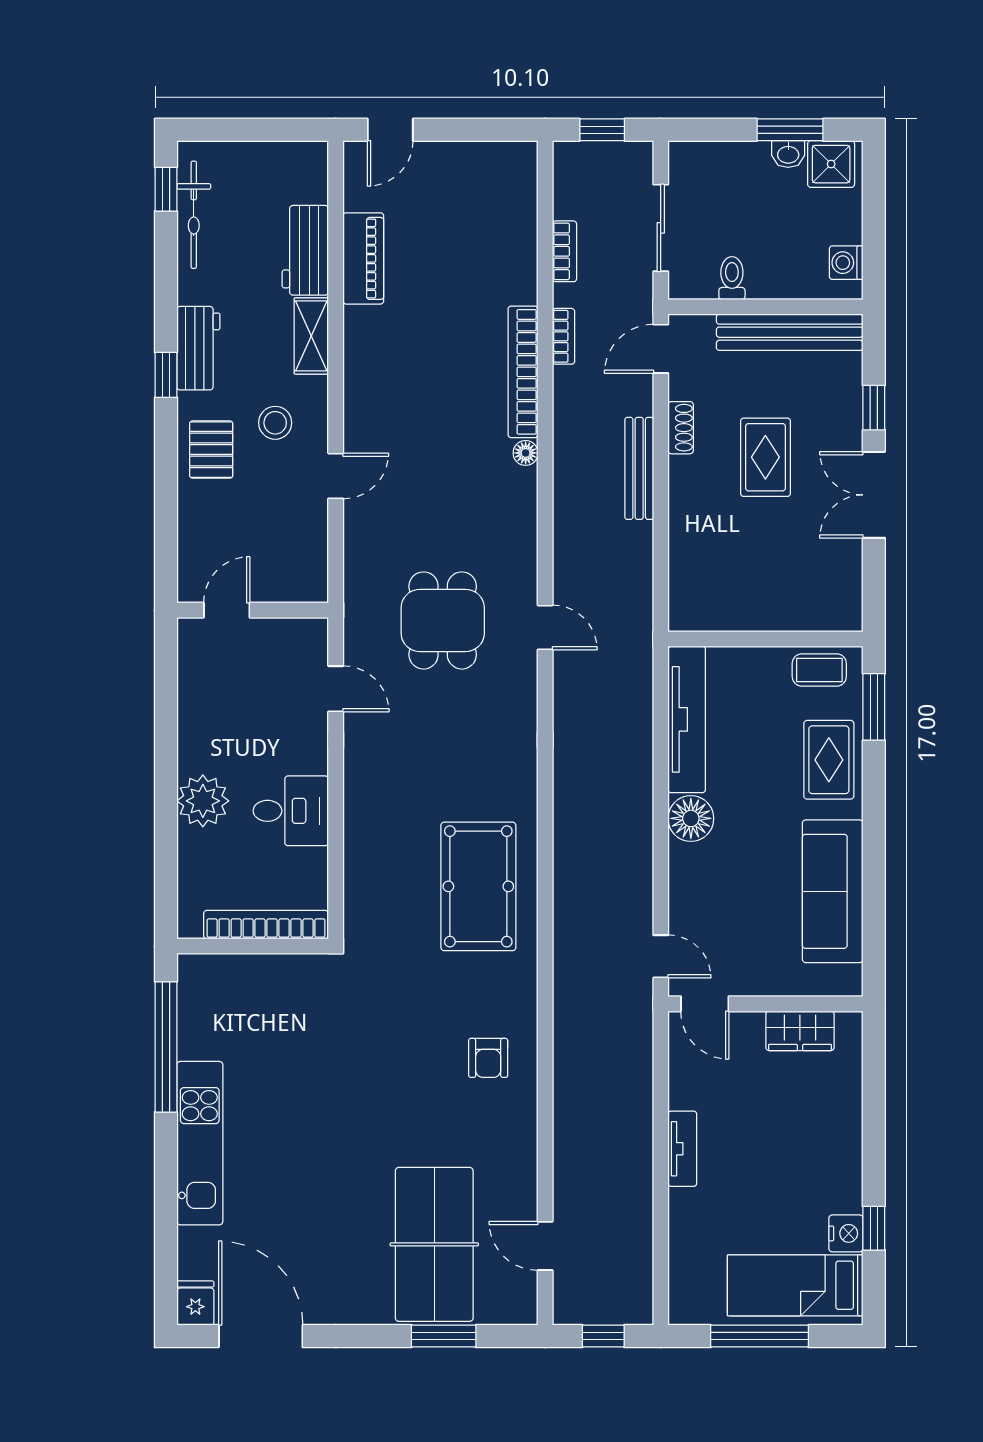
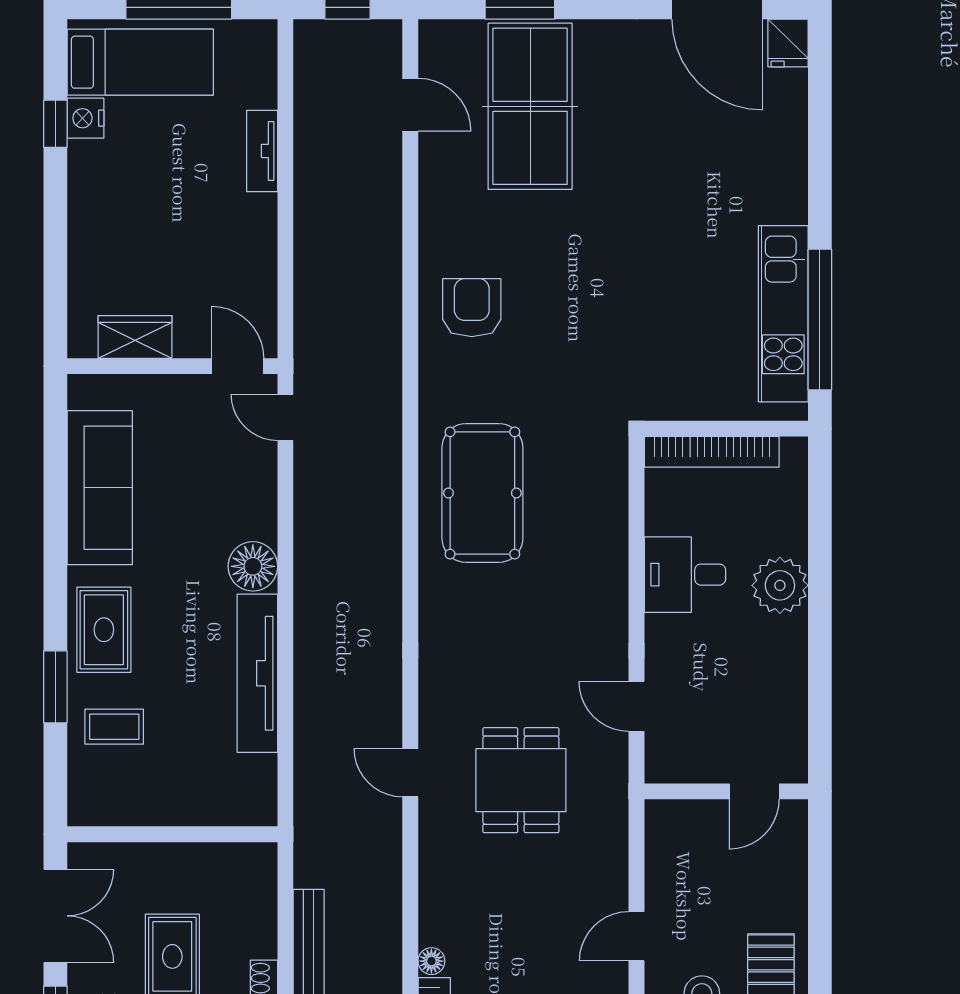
wall: (765, 639) -> (172, 834), moved
armchair: (488, 1058) -> (472, 308), width x1.38, depth x1.38
kitchen unit: (200, 1143) -> (783, 314), moved
tv unit: (682, 1149) -> (262, 151), moved

